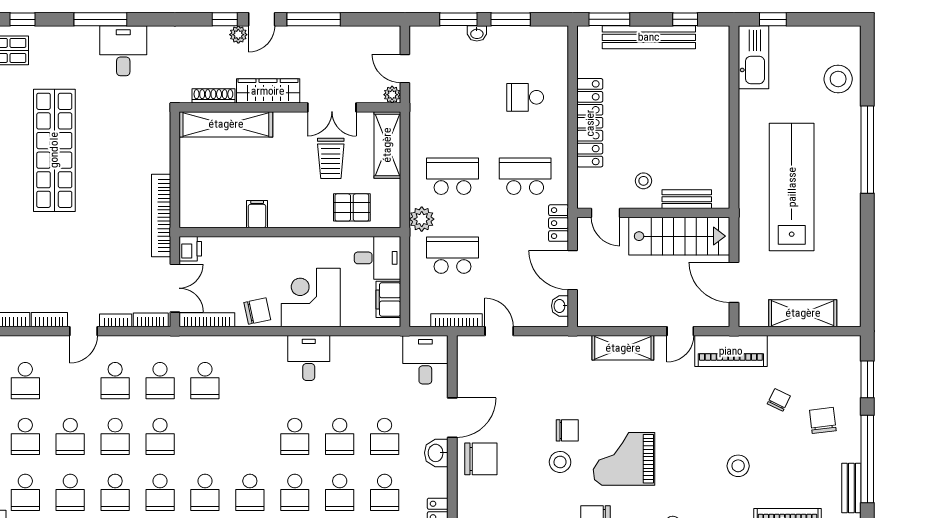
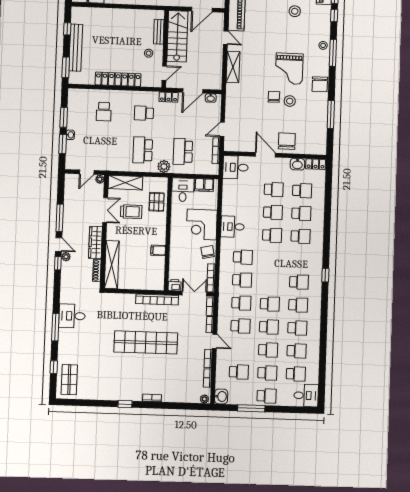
shop shelf: (54, 150) -> (146, 342), moved
school desk: (525, 176) -> (144, 113), width x0.54
washbasin: (436, 453) -> (297, 164), moved
school desk: (250, 492) -> (243, 257), moved

